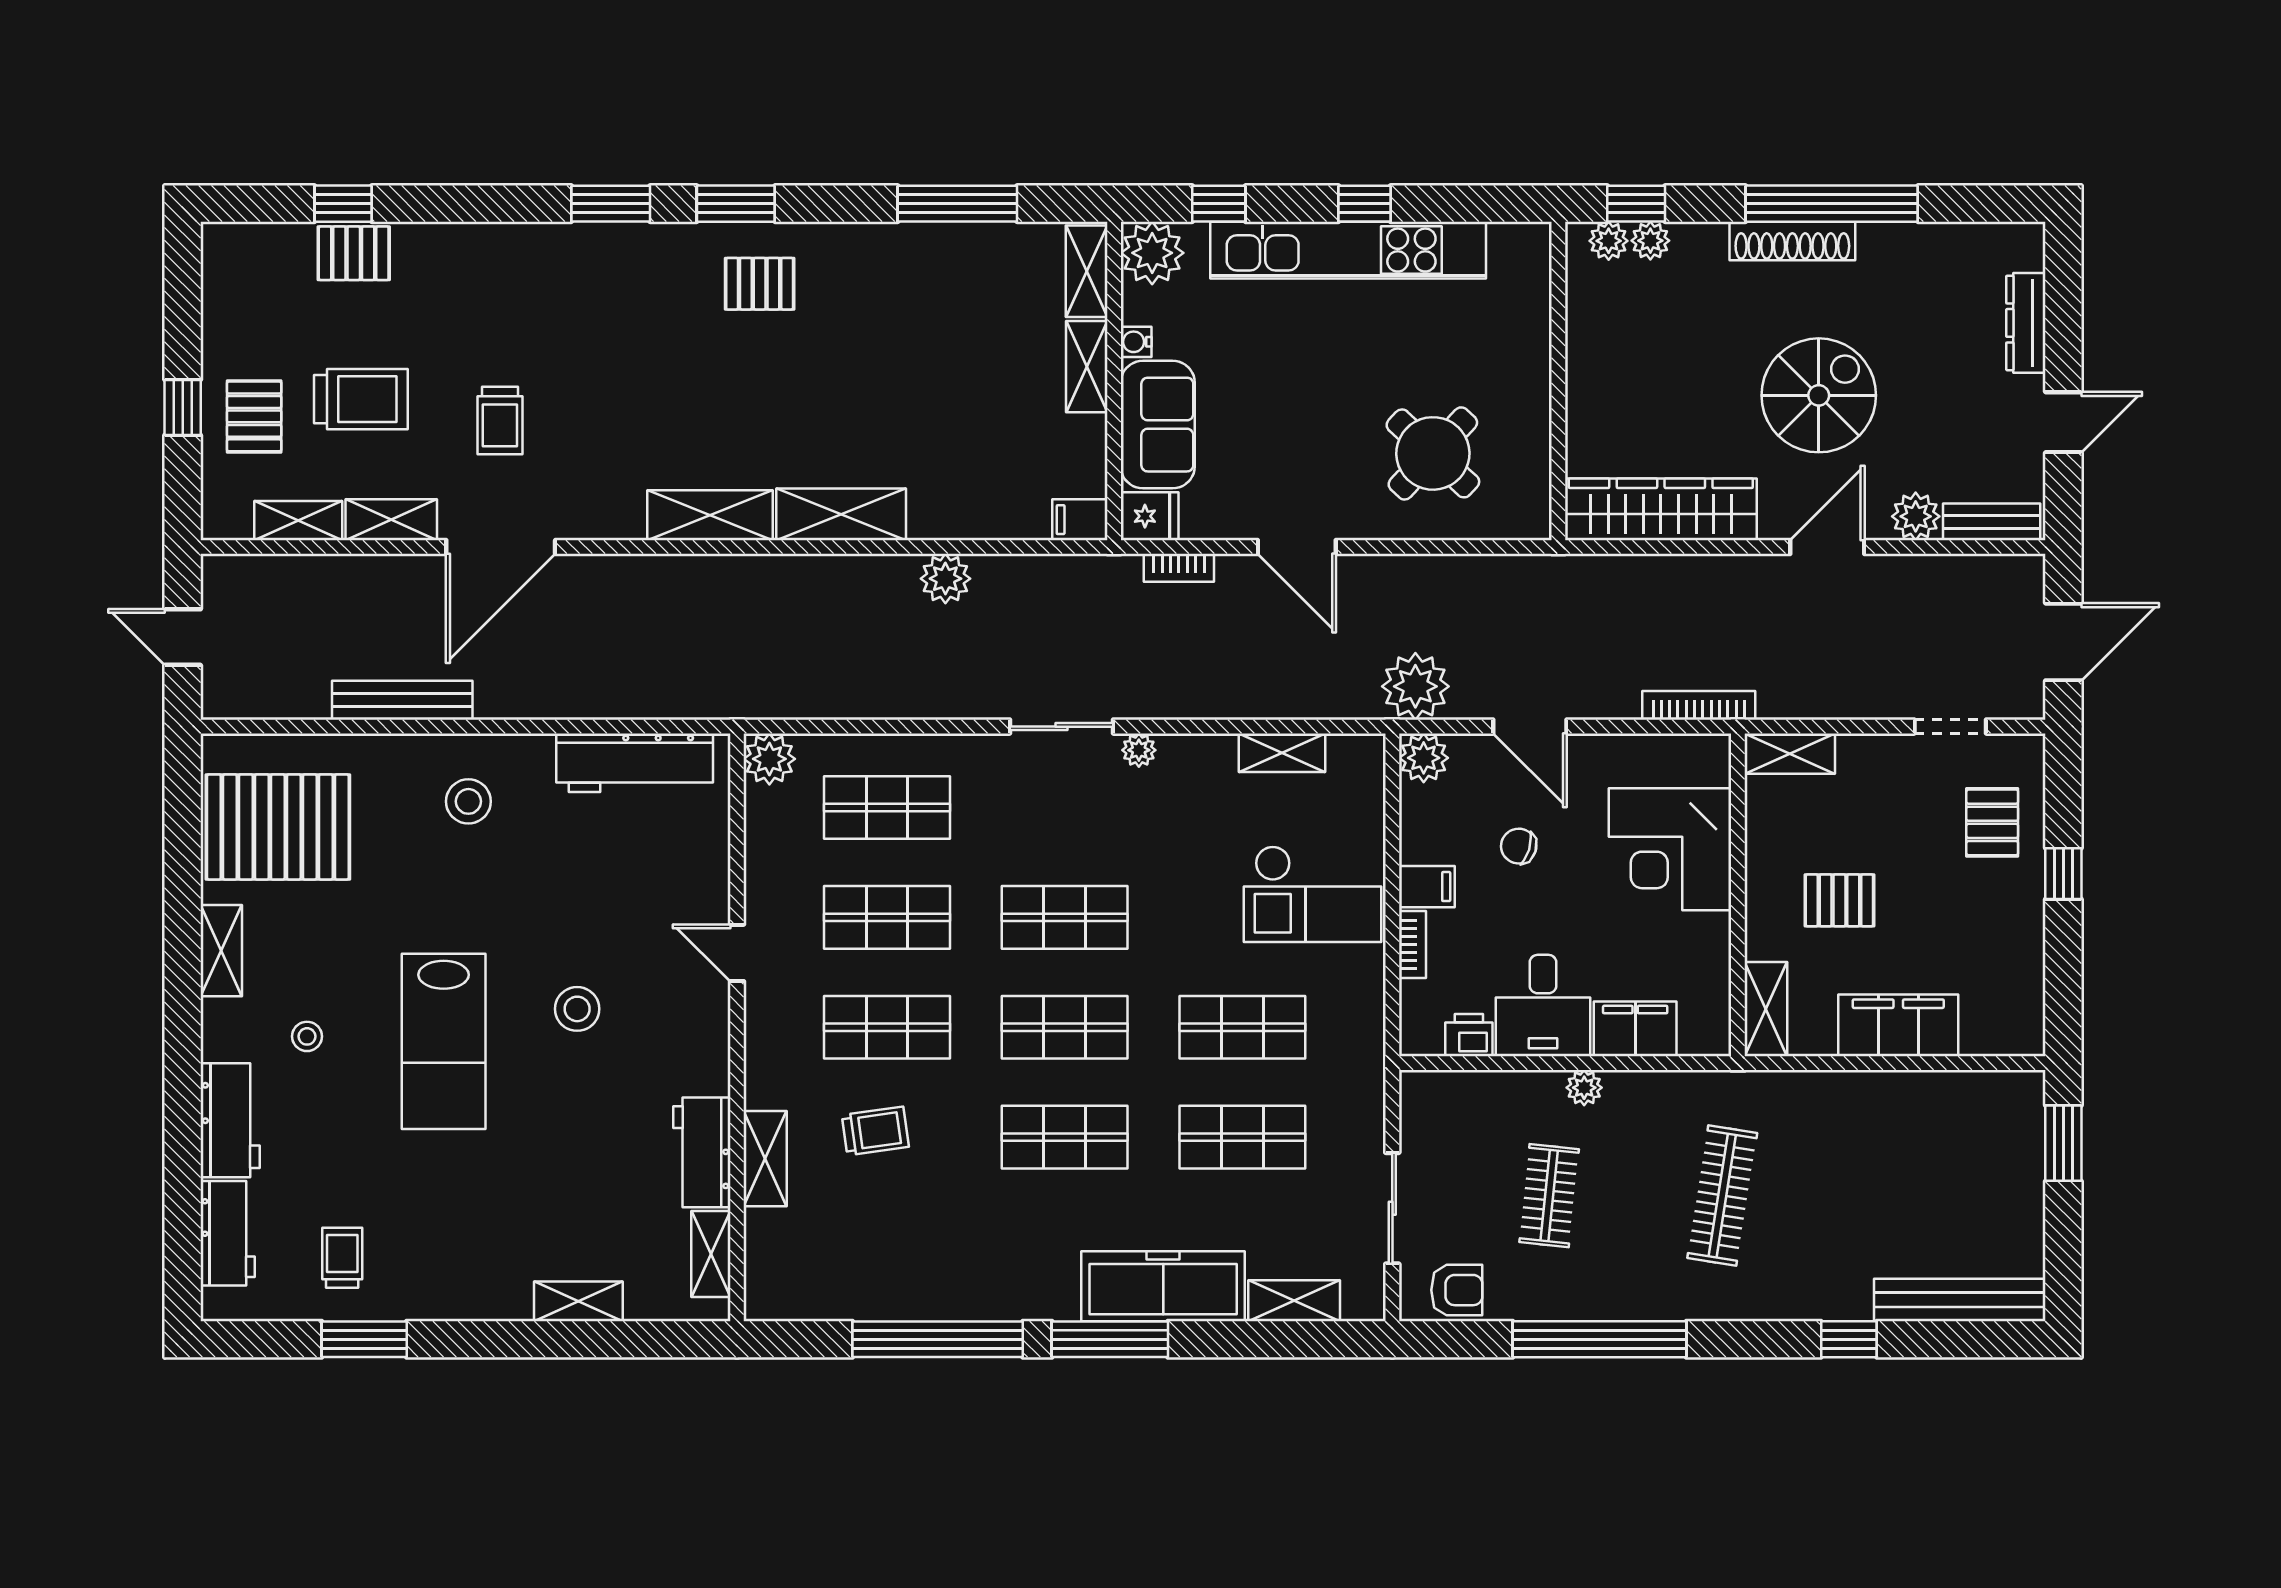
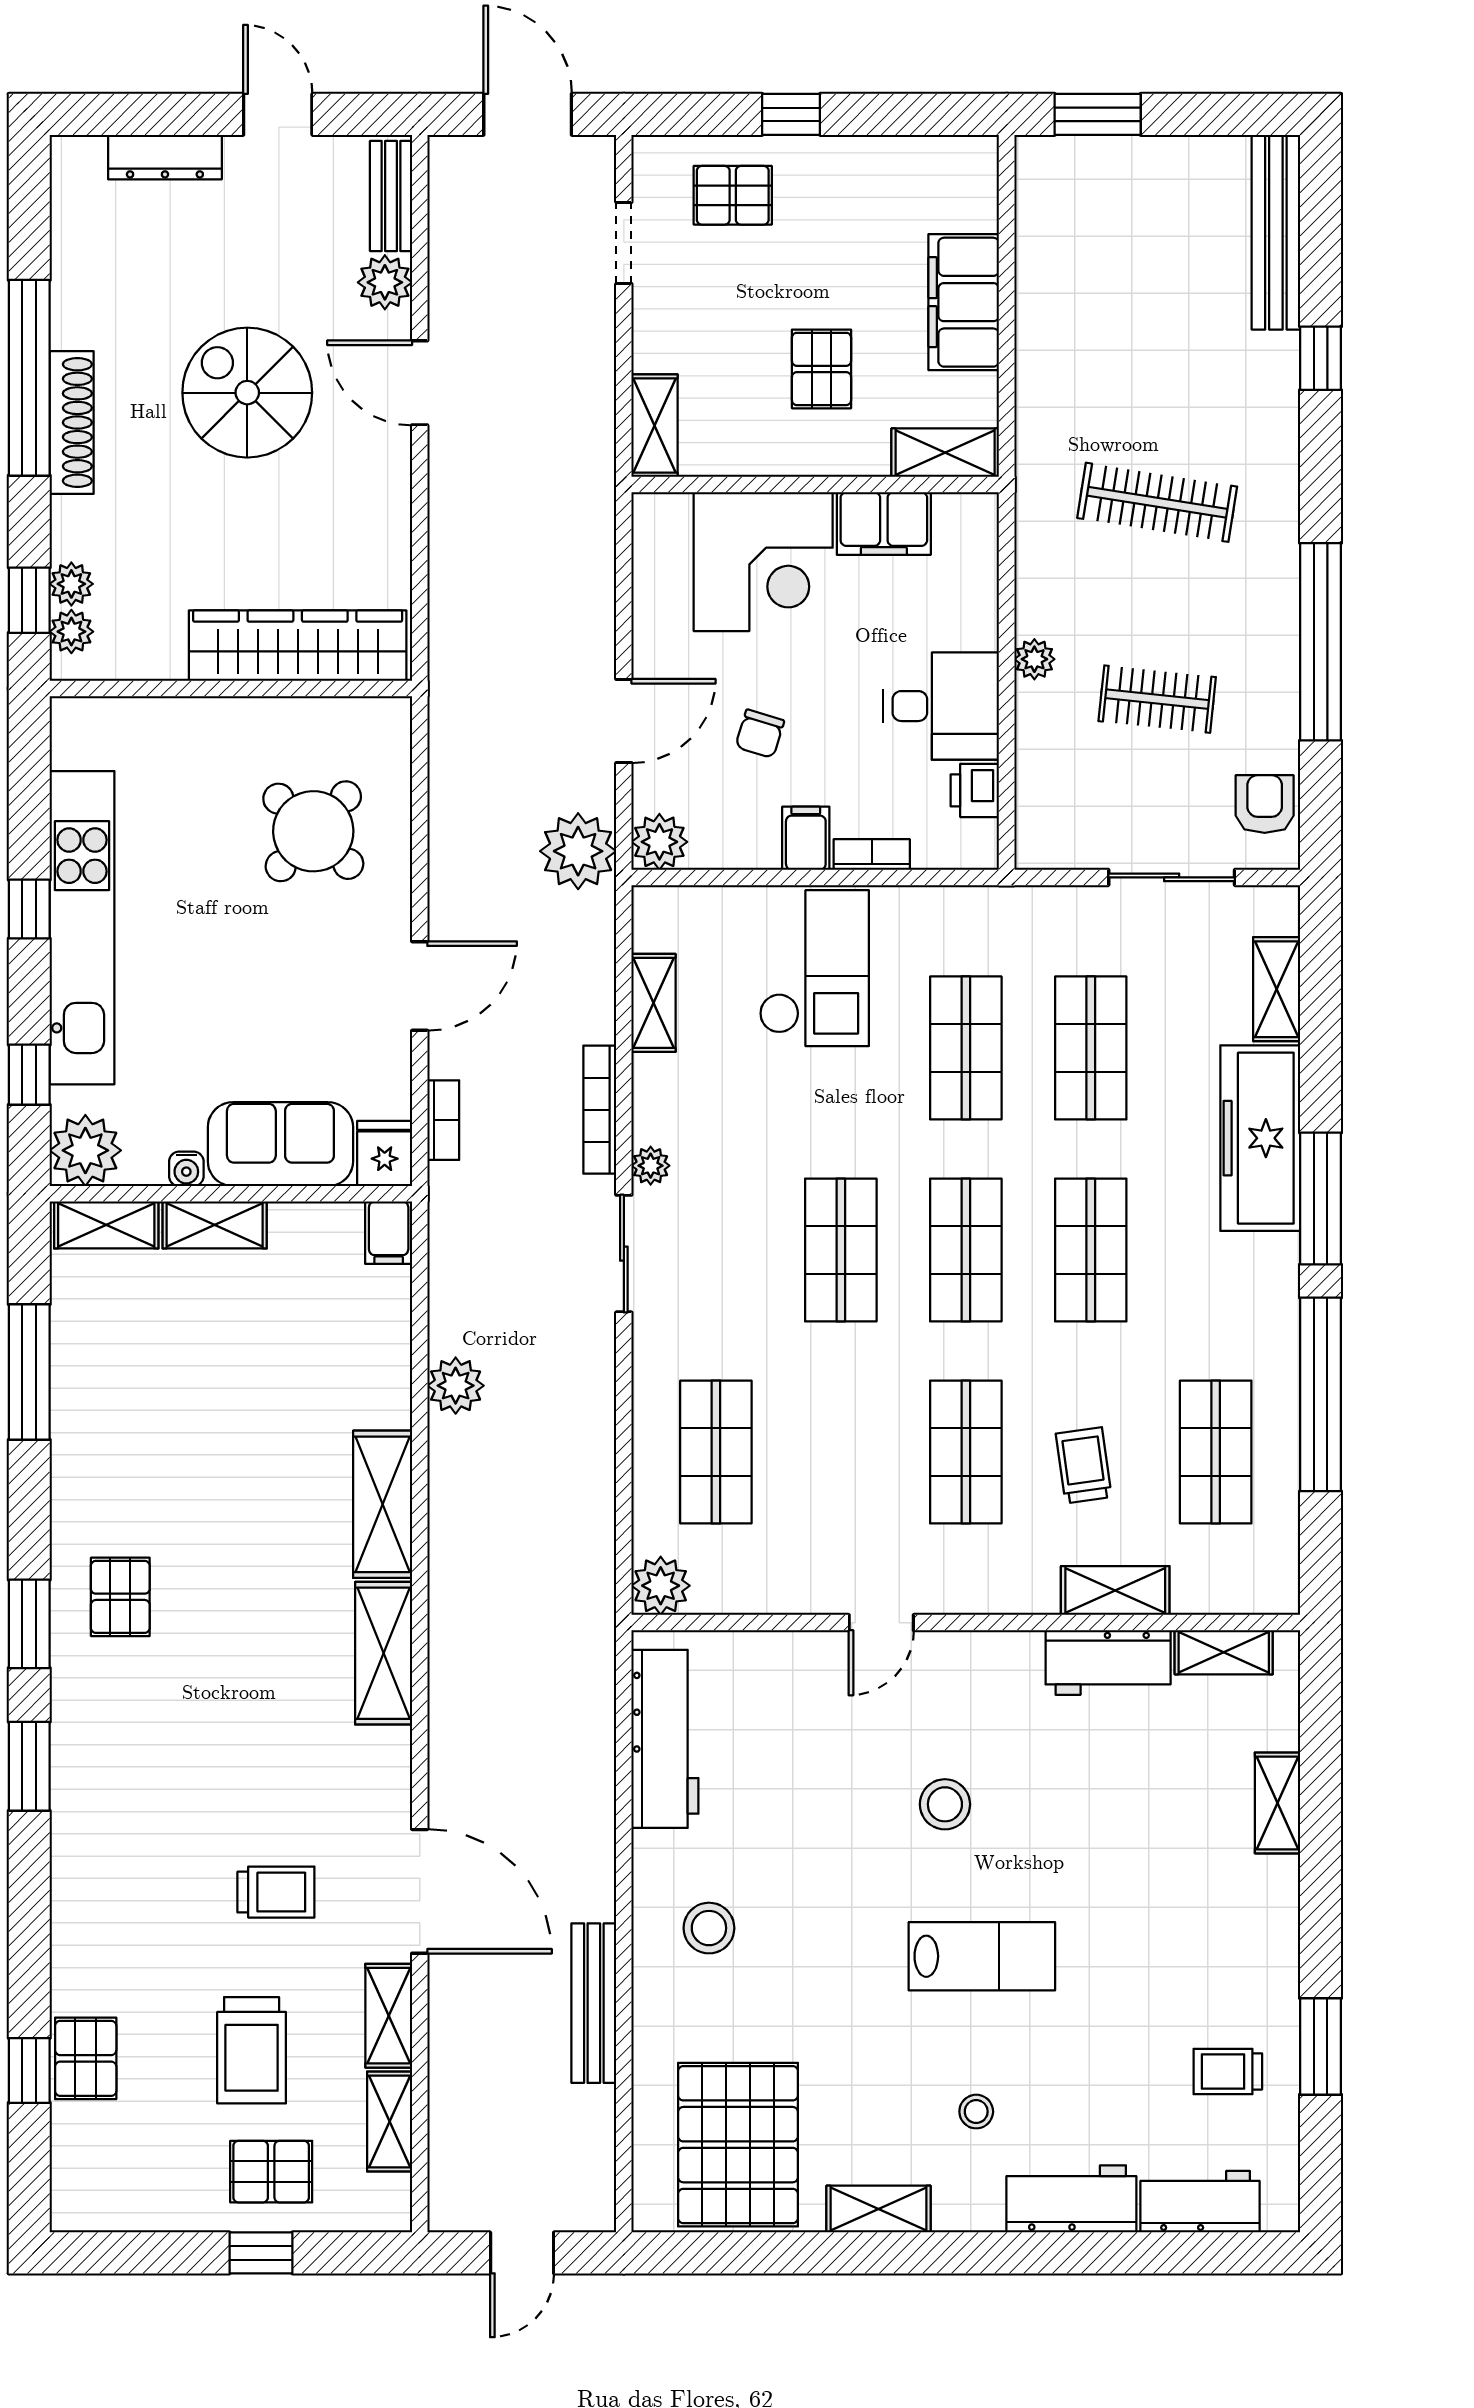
trolley: (361, 399) -> (252, 2050), turned 180
wardrobe: (1661, 509) -> (298, 646), moved, turned 90
bookcase: (1699, 705) -> (600, 1110), moved
shop shelf: (887, 917) -> (1216, 1452), moved
filing cabinet: (1635, 1029) -> (884, 523), moved, turned -90
lab bench: (444, 1041) -> (982, 1956), width x0.73, depth x0.72

